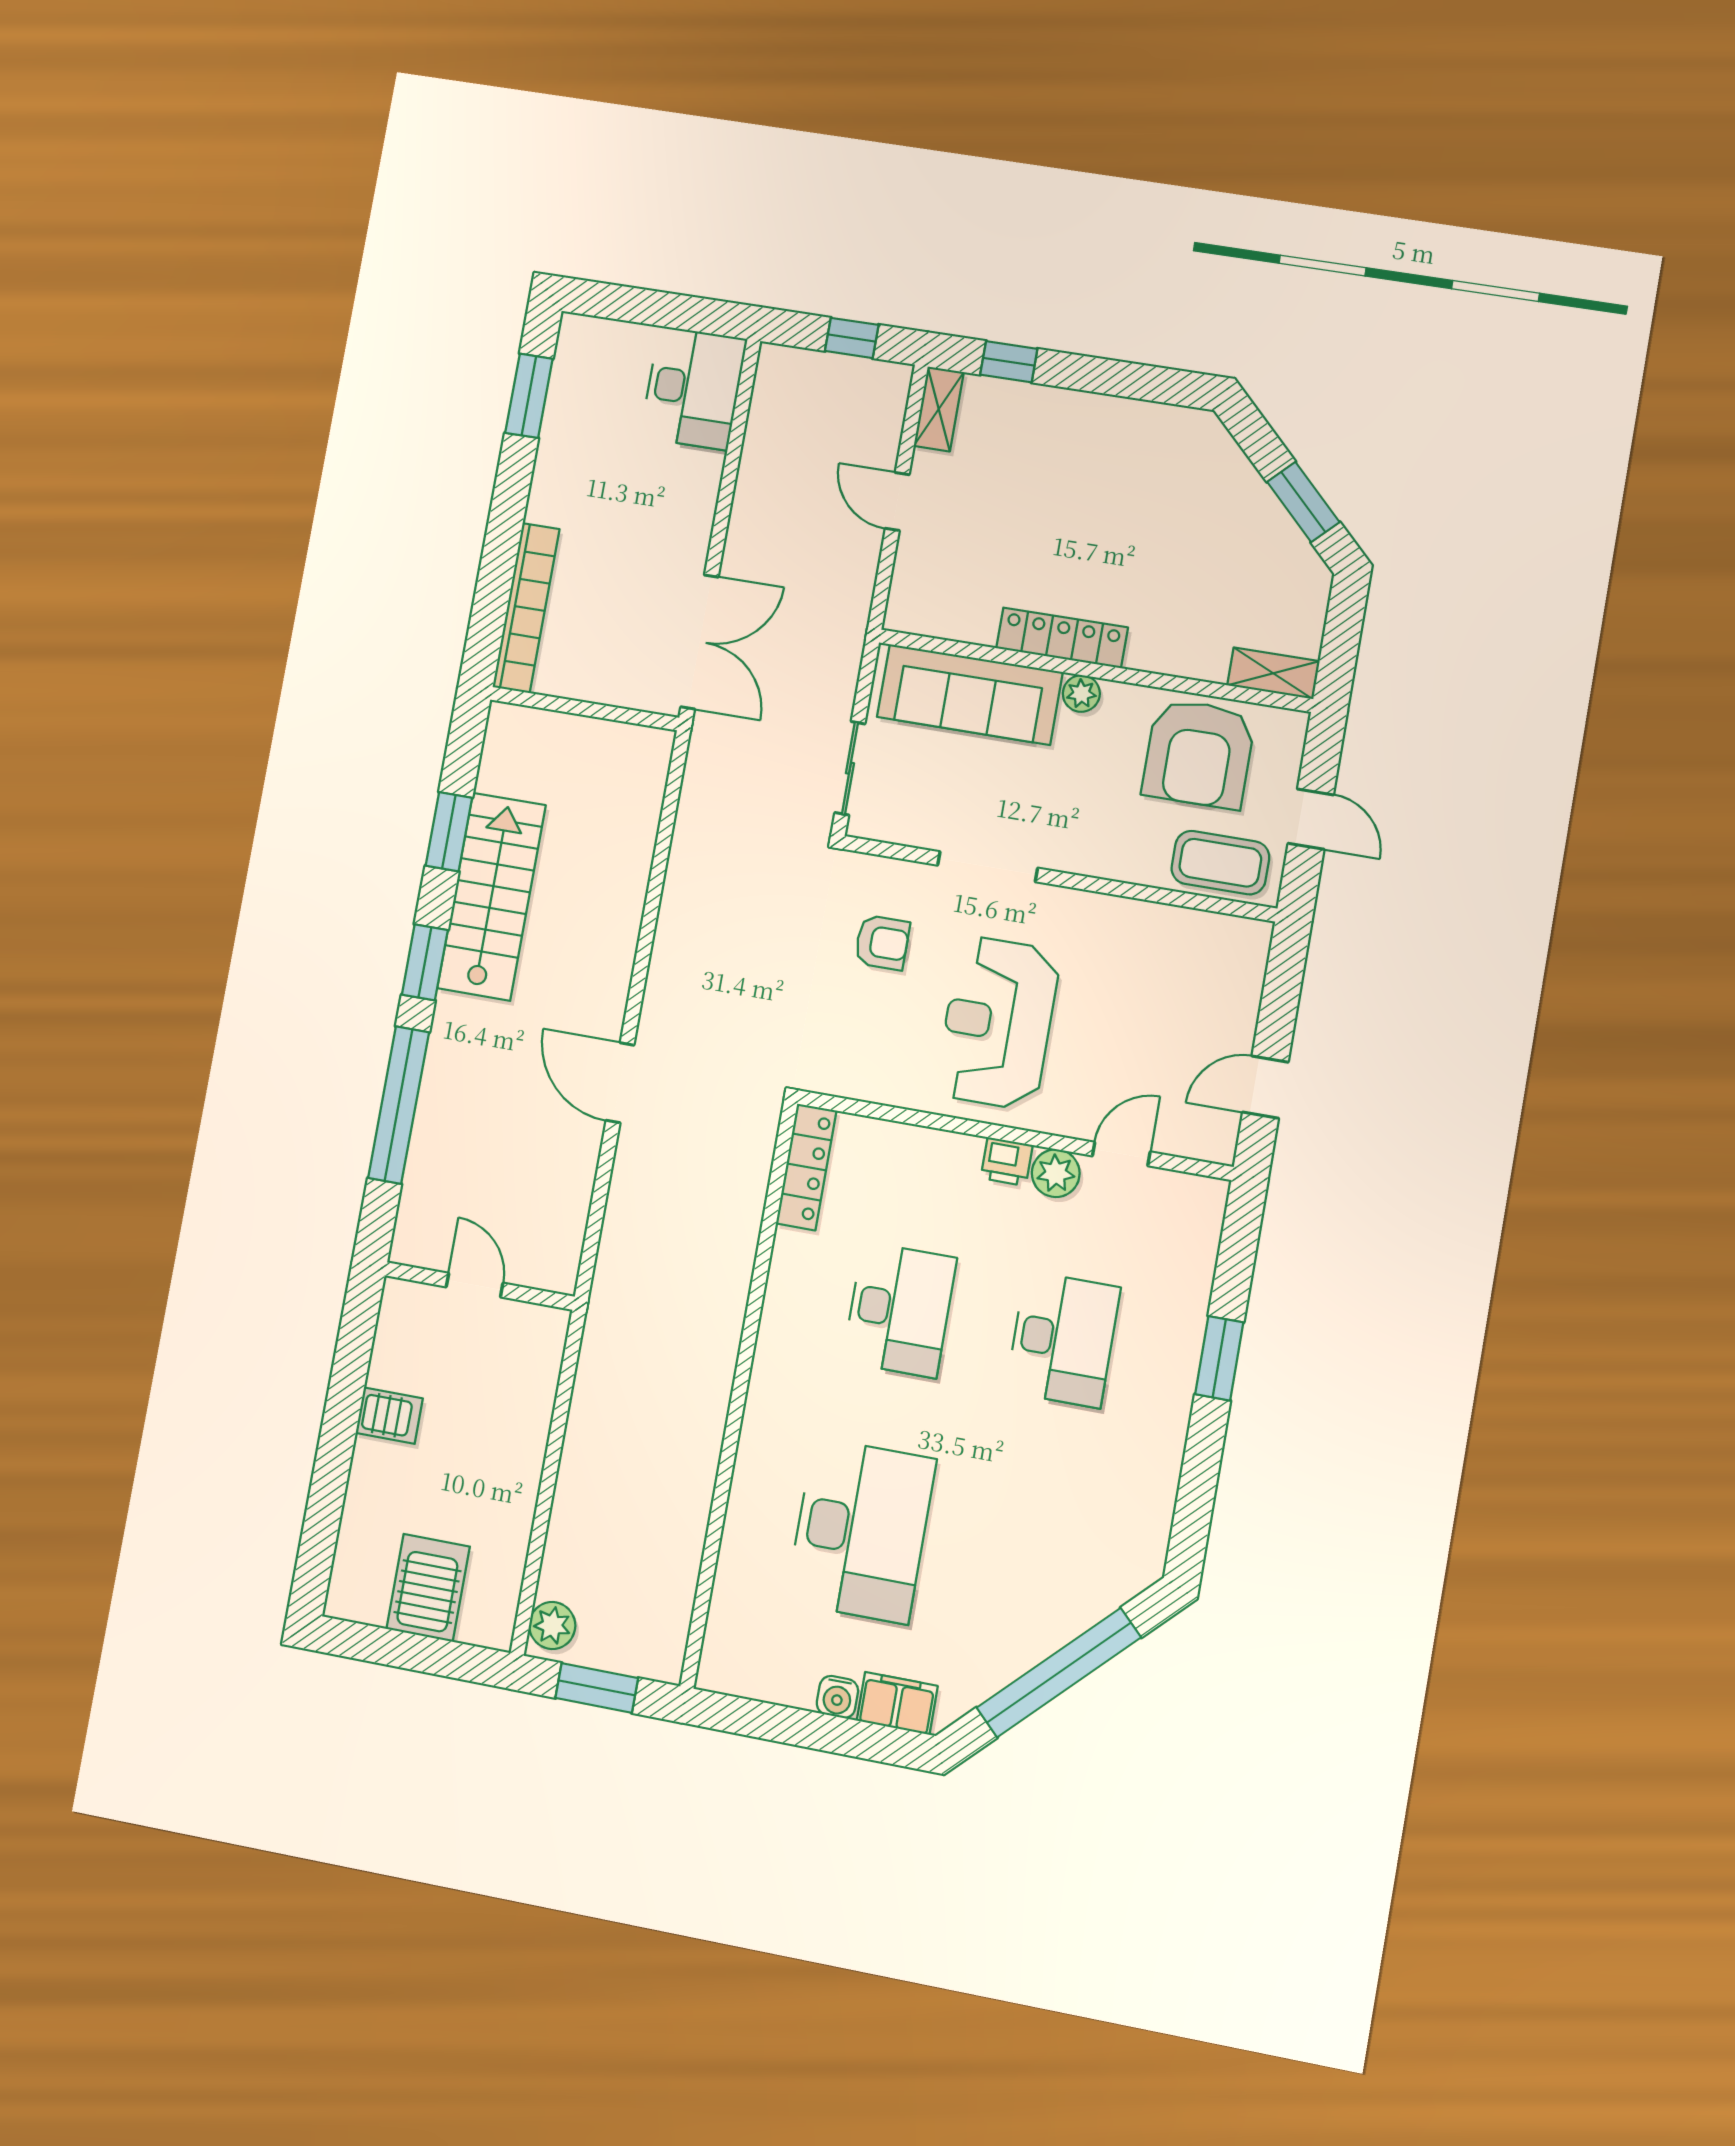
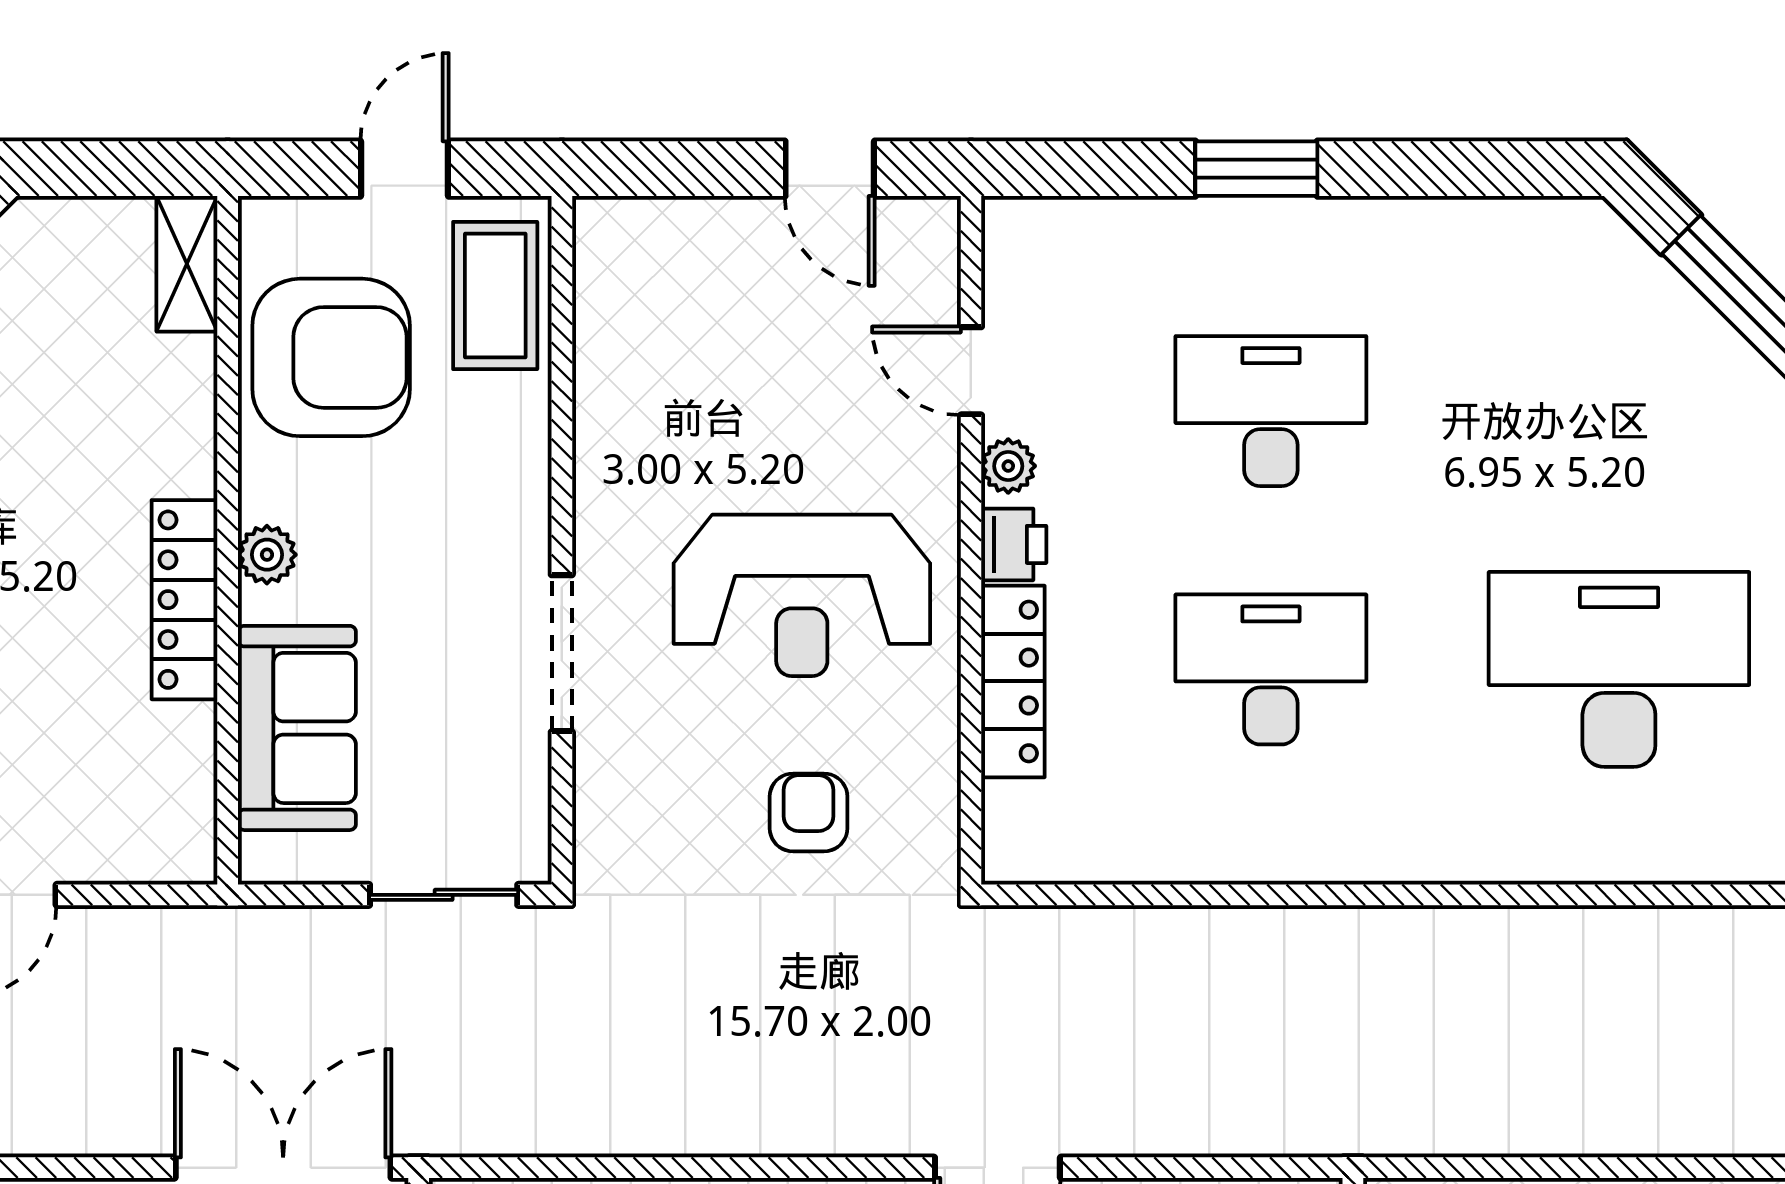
sofa: (970, 695) -> (297, 728), width x0.73
armchair: (882, 942) -> (809, 812), moved
locker: (806, 1167) -> (1013, 681), moved, turned 90
plant: (1056, 1173) -> (1008, 466), width x0.73, depth x0.73

